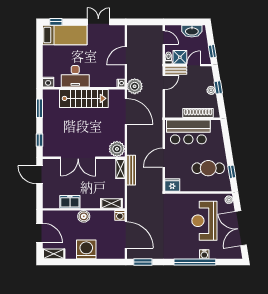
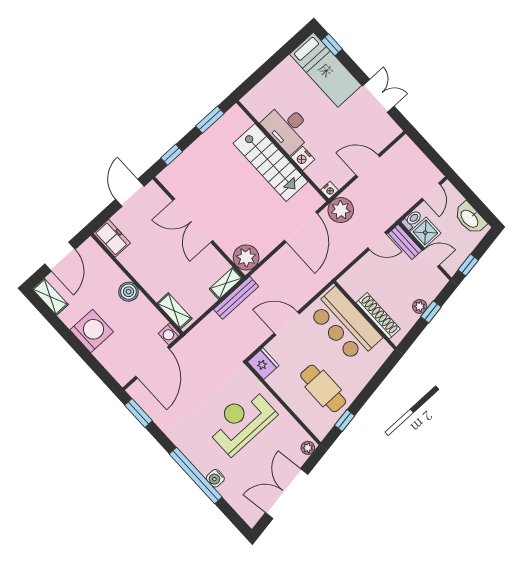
nightstand: (48, 82) -> (303, 158), moved
freezer: (70, 202) -> (112, 238), moved
reception desk: (204, 221) -> (241, 421), moved

